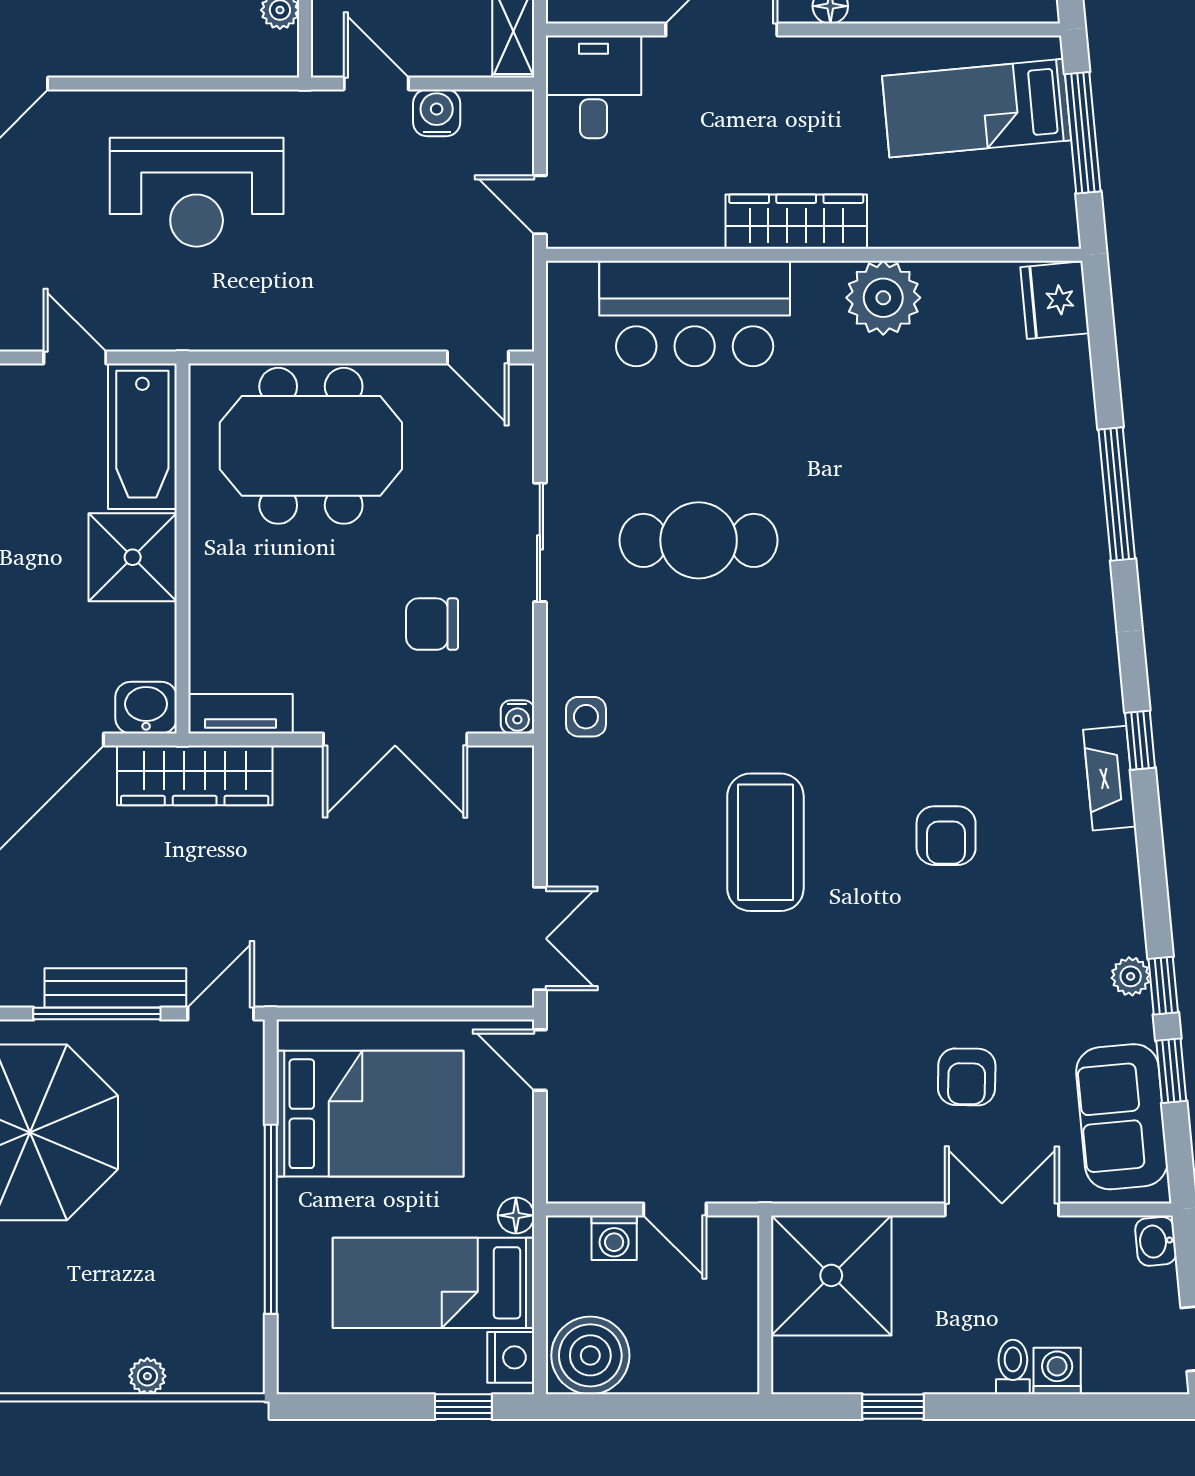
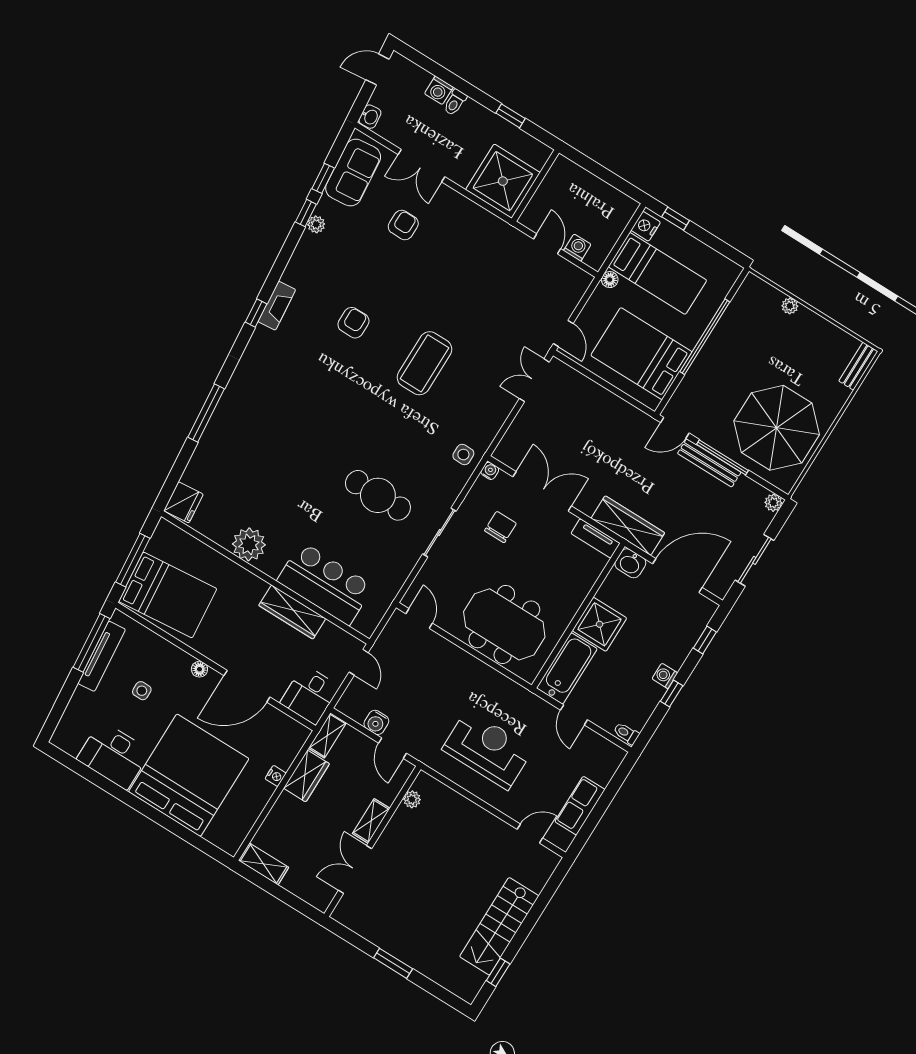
bed: (977, 108) -> (168, 595), width x1.50
wardrobe: (796, 222) -> (292, 612), moved
chair: (432, 624) -> (500, 527), turned -90
boiler: (590, 1355) -> (615, 208), removed

